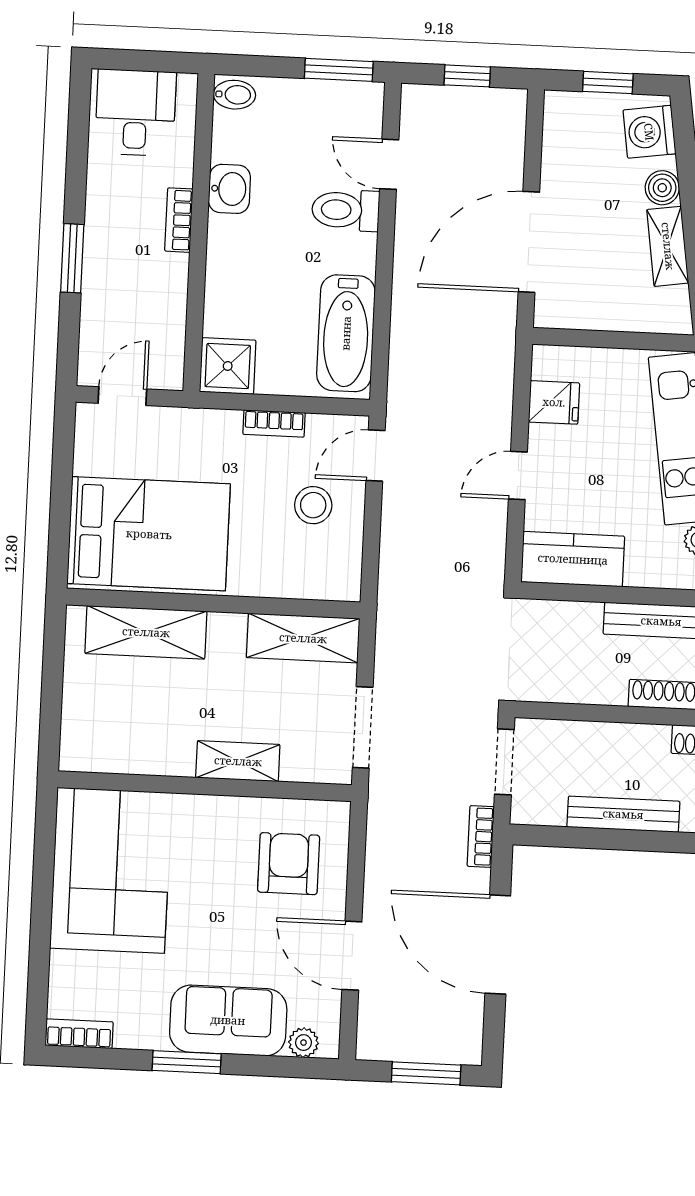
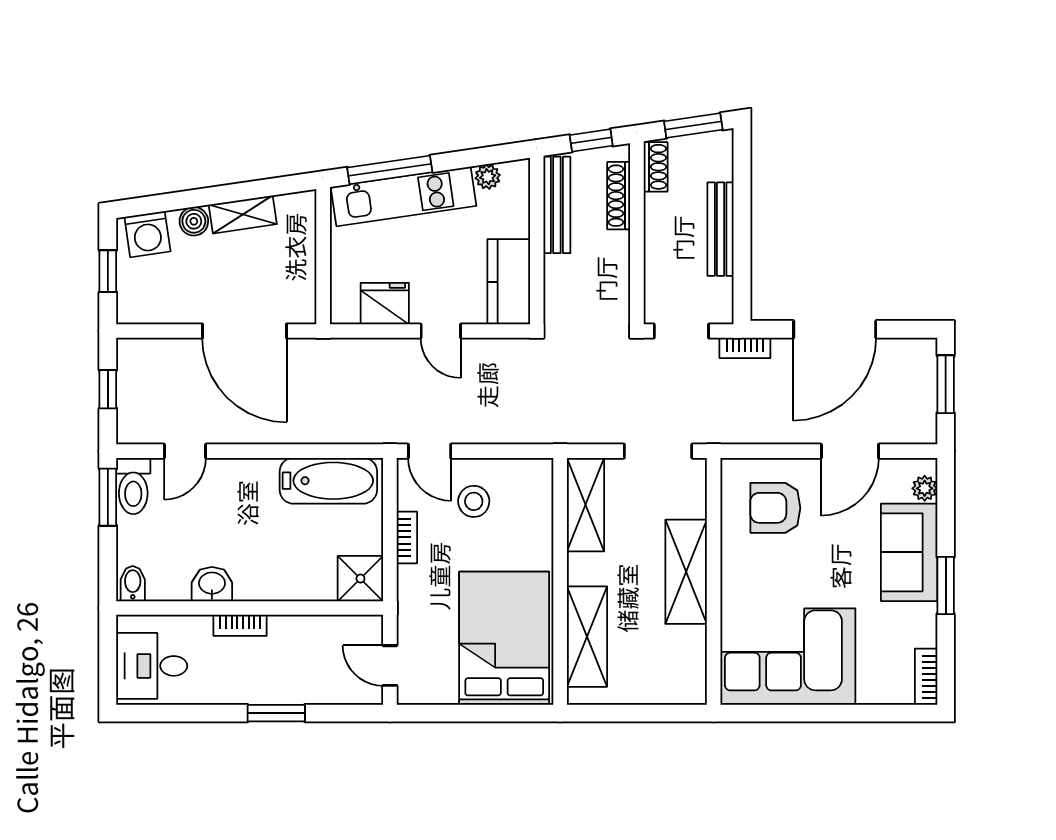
toilet: (346, 210) -> (133, 486), moved
fridge: (554, 402) -> (385, 304), width x1.38
shelving: (238, 761) -> (686, 572), width x1.50, depth x1.33

